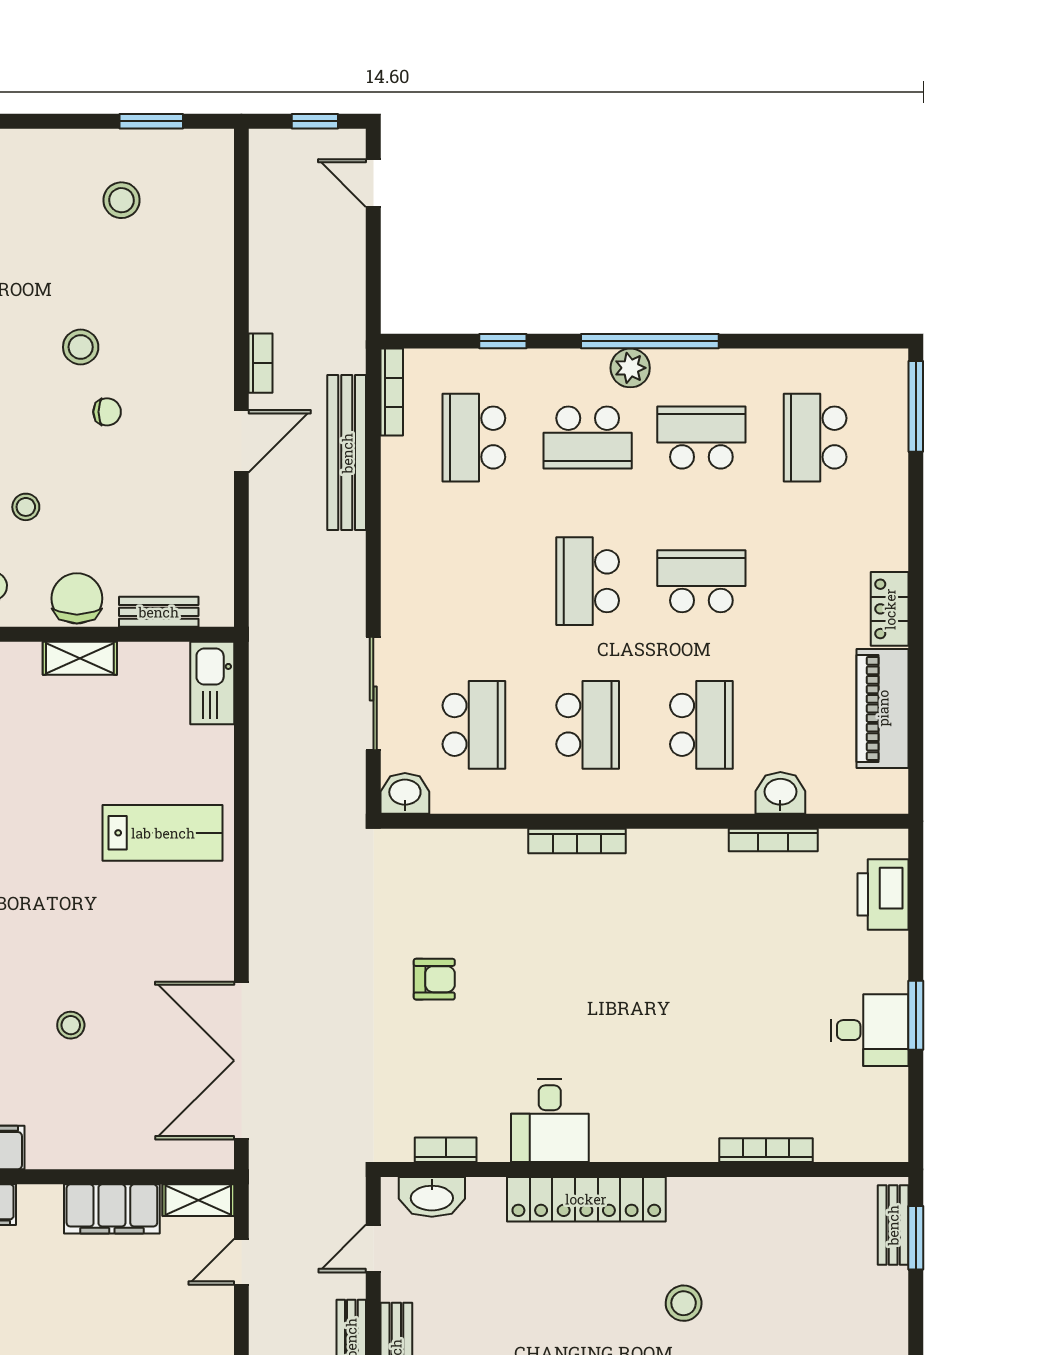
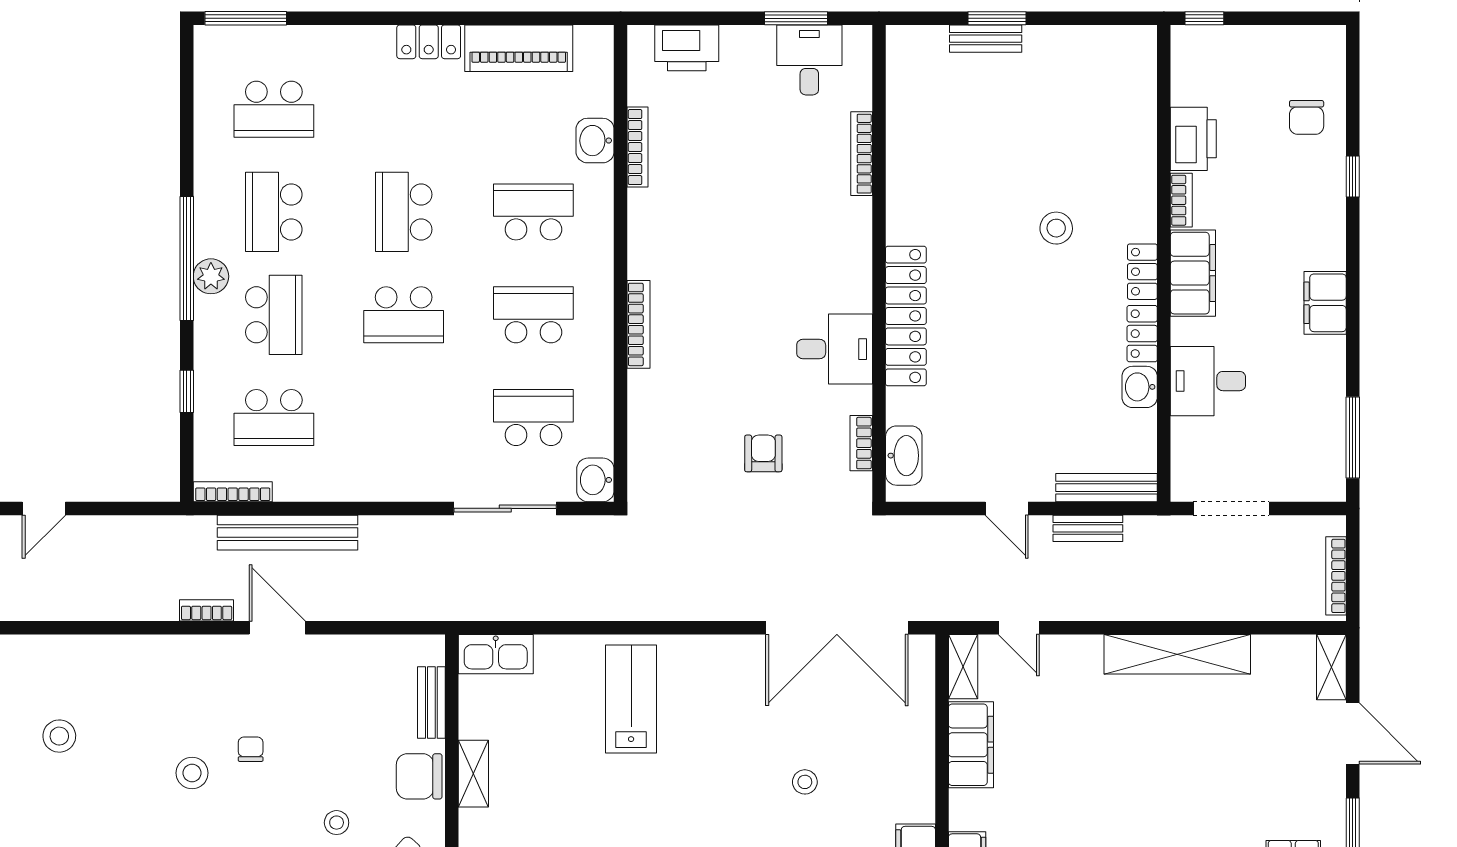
desk: (550, 1120) -> (835, 349), moved
bookcase: (446, 1150) -> (861, 443), moved
bookcase: (766, 1150) -> (862, 154), moved
wall: (645, 1169) -> (879, 263), moved
washbasin: (432, 1197) -> (904, 456), moved
locker: (586, 1199) -> (906, 316), moved

